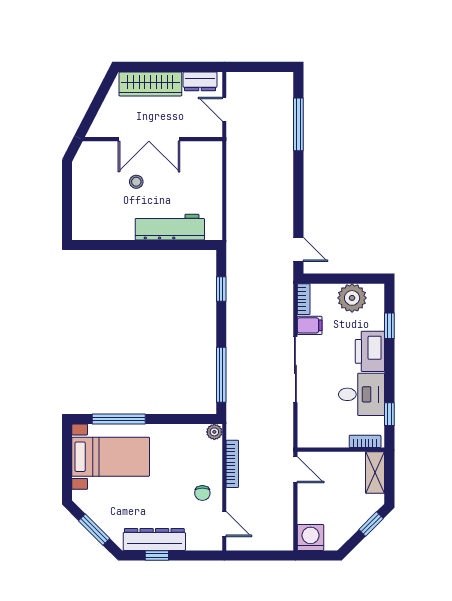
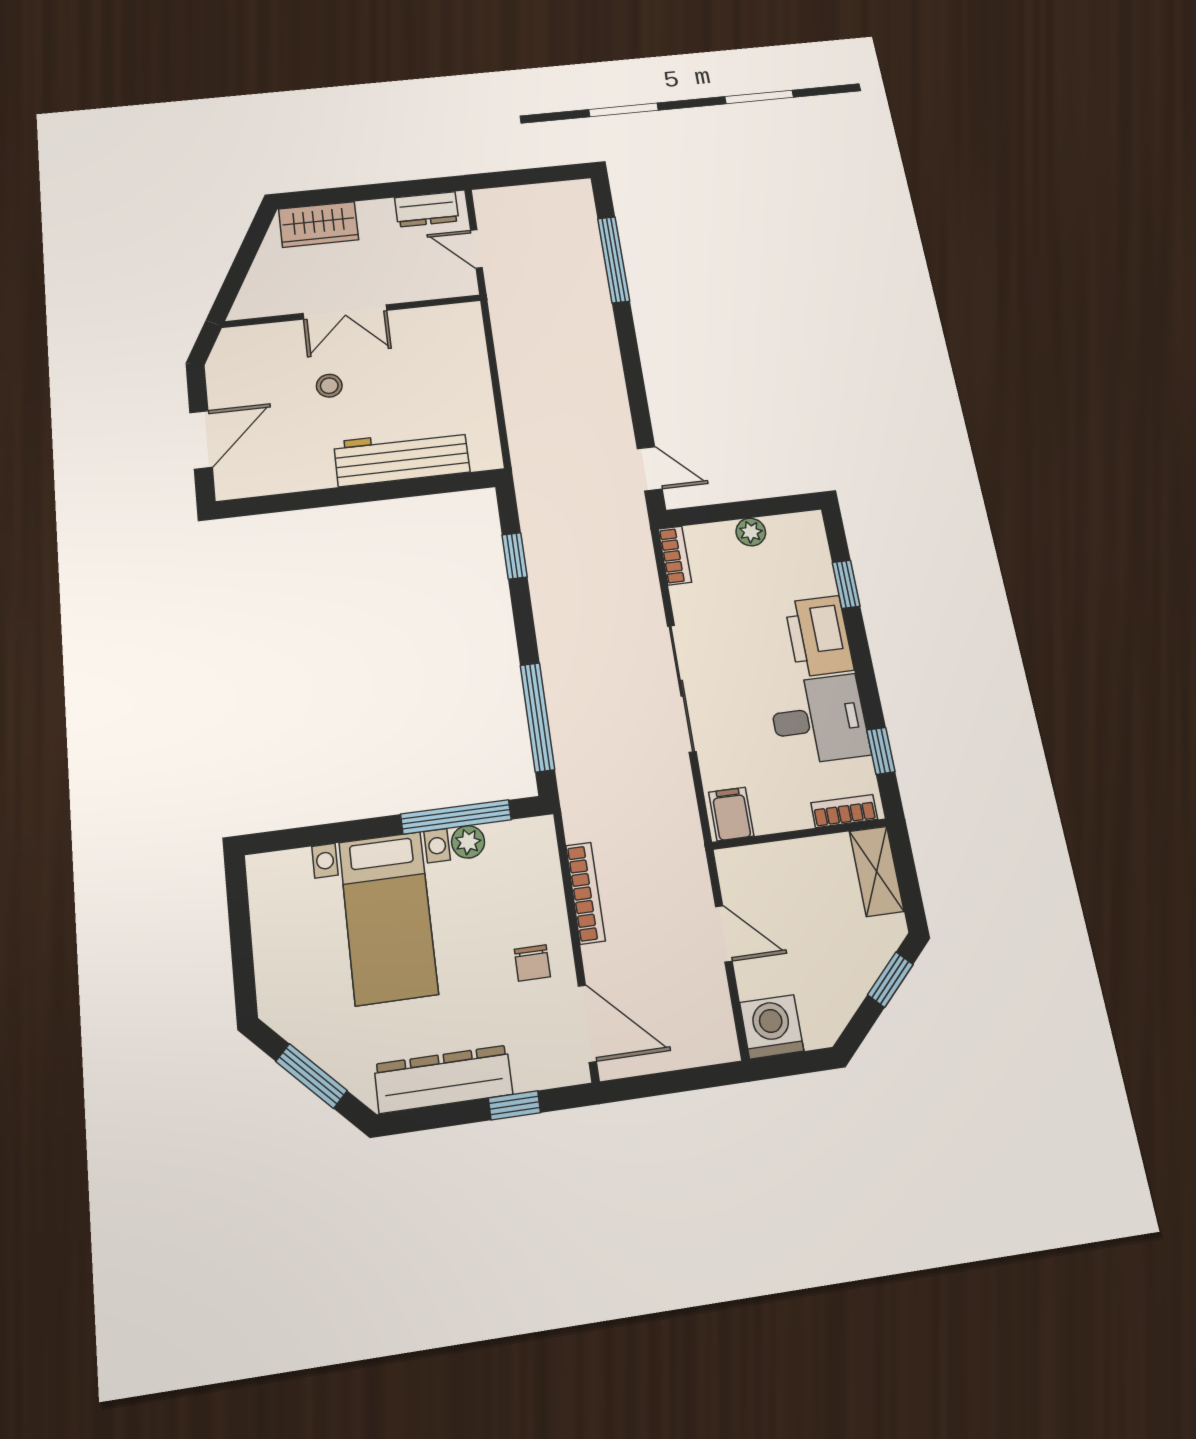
wardrobe: (150, 84) -> (319, 224), width x0.67
double door: (149, 139) -> (345, 312), width x0.73
door: (67, 205) -> (201, 440), added
plant: (352, 298) -> (751, 532), width x0.53, depth x0.53
filing cabinet: (310, 325) -> (731, 814), moved, turned -90
window: (119, 419) -> (456, 817), moved
plant: (214, 432) -> (468, 842), moved
bed with nightstands: (111, 457) -> (388, 918), moved, turned 90
door: (295, 470) -> (724, 934), moved
door: (224, 524) -> (587, 1024), width x1.37
window: (157, 556) -> (514, 1105), moved

